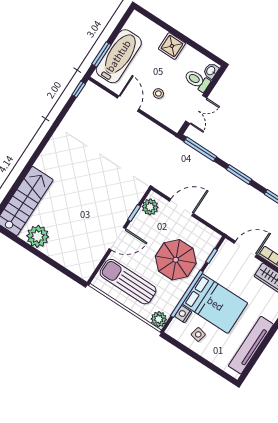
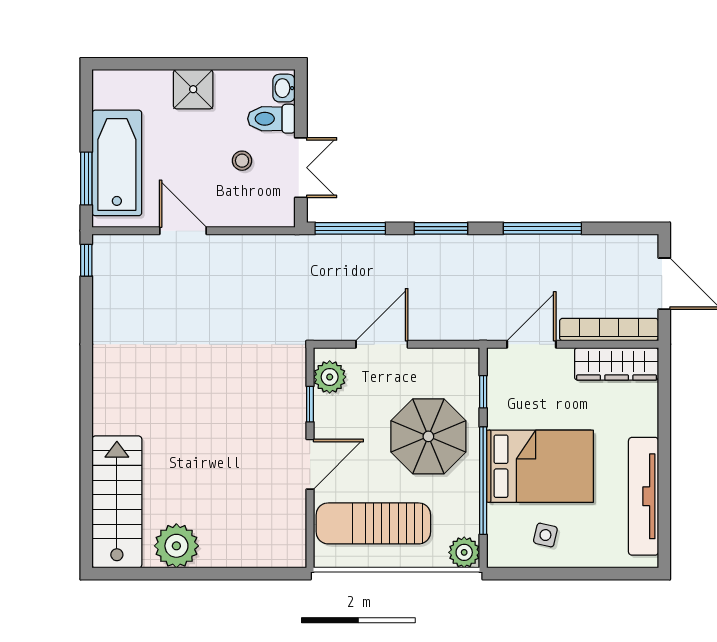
stool: (158, 93) -> (242, 161), moved
nightstand: (183, 314) -> (499, 518), removed

